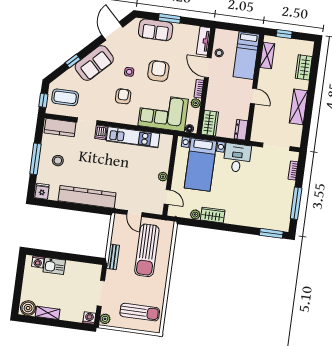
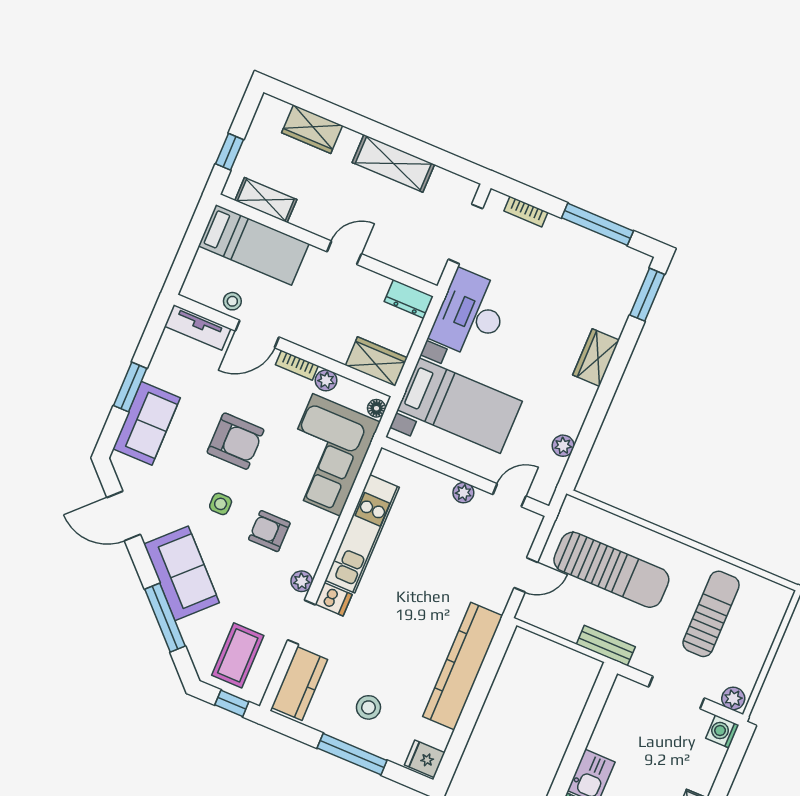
window: (73, 61) -> (165, 618), width x2.17
armchair: (158, 71) -> (236, 441), turned 180
plant: (105, 116) -> (302, 581), added
desk: (237, 158) -> (471, 314), width x1.37
wardrobe: (213, 215) -> (596, 358), moved
sun lounger: (140, 312) -> (711, 614), moved

